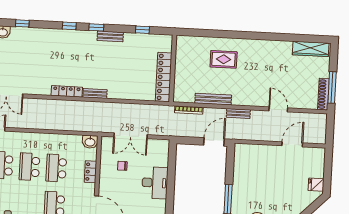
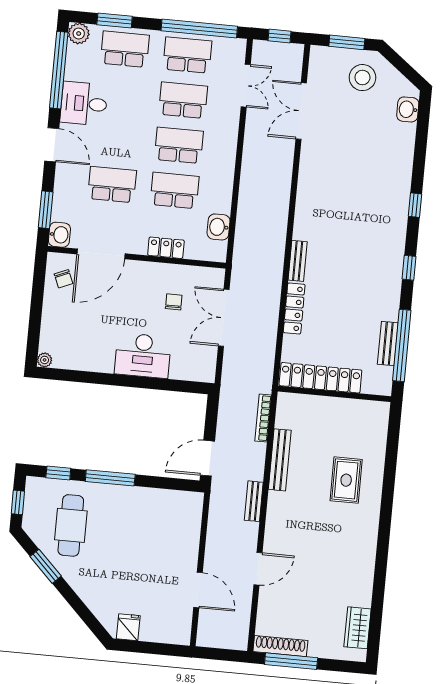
window: (22, 23) -> (421, 143), removed
window: (69, 26) -> (415, 205), moved
window: (142, 30) -> (402, 345), width x3.17
bench: (110, 36) -> (388, 344), moved
wardrobe: (311, 49) -> (358, 628), width x0.67
locker: (67, 91) -> (294, 308), moved
washbasin: (90, 142) -> (219, 227), moved
door: (214, 142) -> (208, 458), swing flipped

